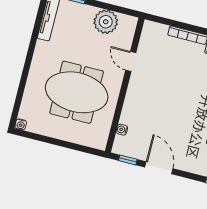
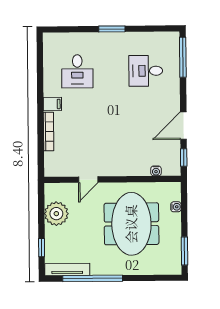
window: (33, 41) -> (93, 278), added
water cooler: (21, 124) -> (176, 207), moved
window: (37, 137) -> (184, 251), added

